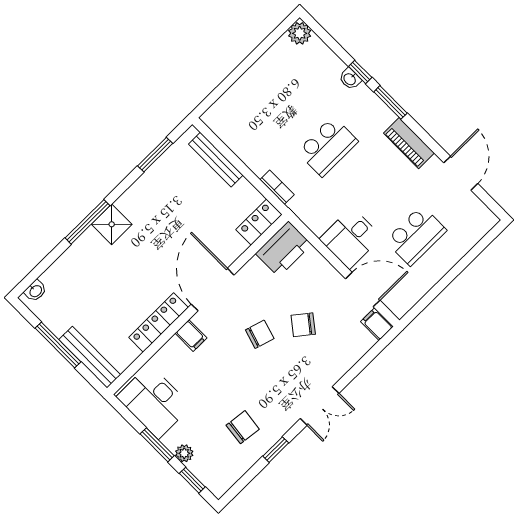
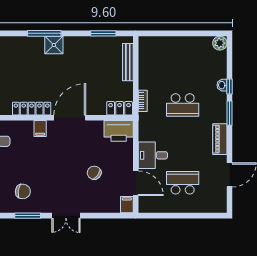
school desk: (416, 236) -> (183, 183), turned 180
chair: (260, 334) -> (71, 158), removed
window: (276, 450) -> (28, 216), width x1.50

